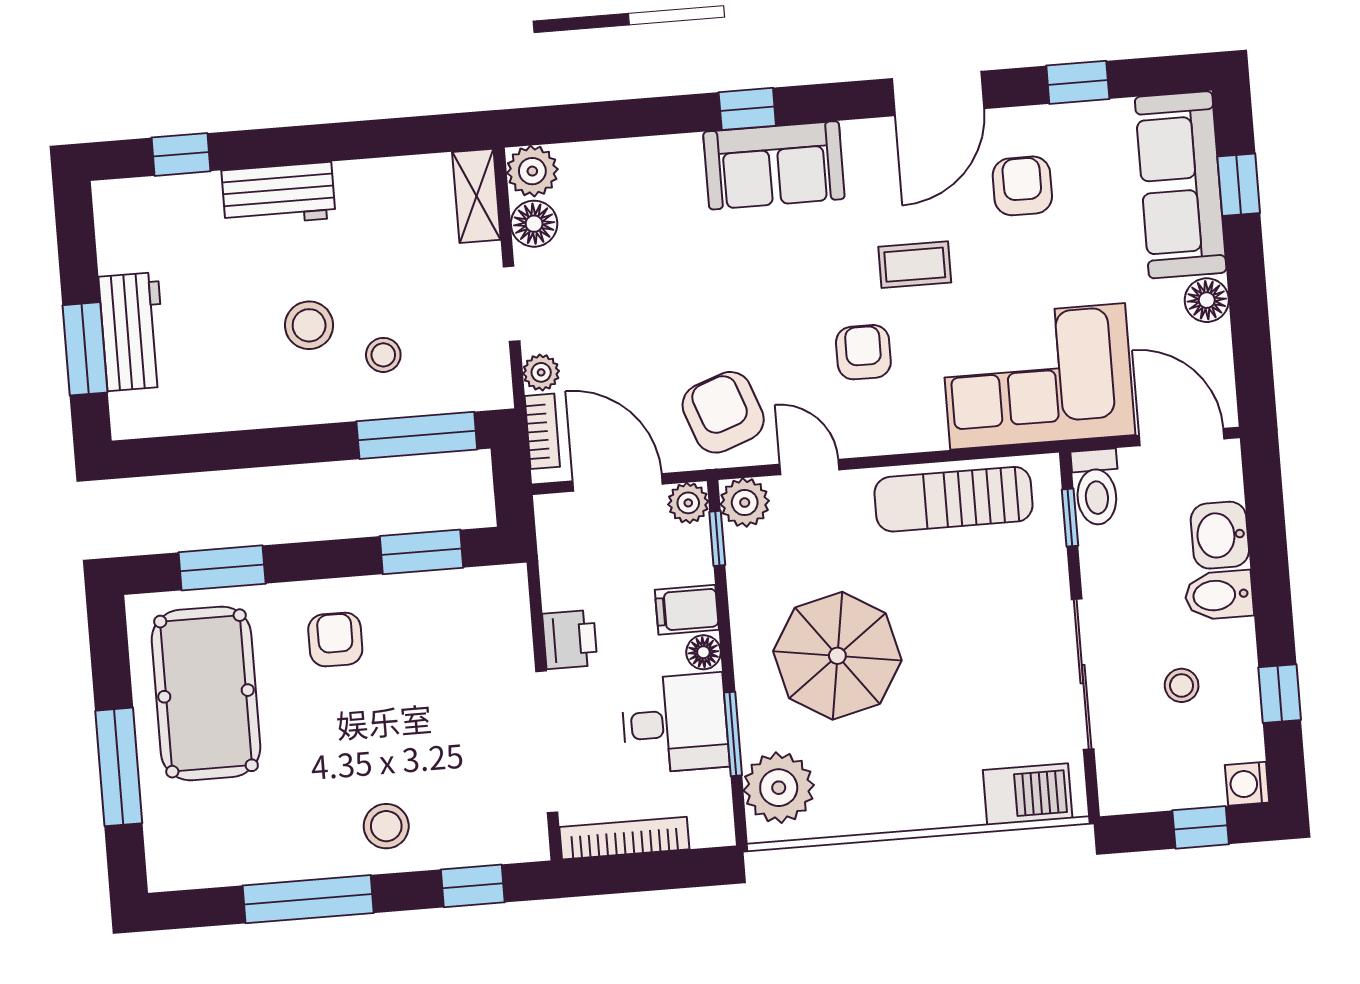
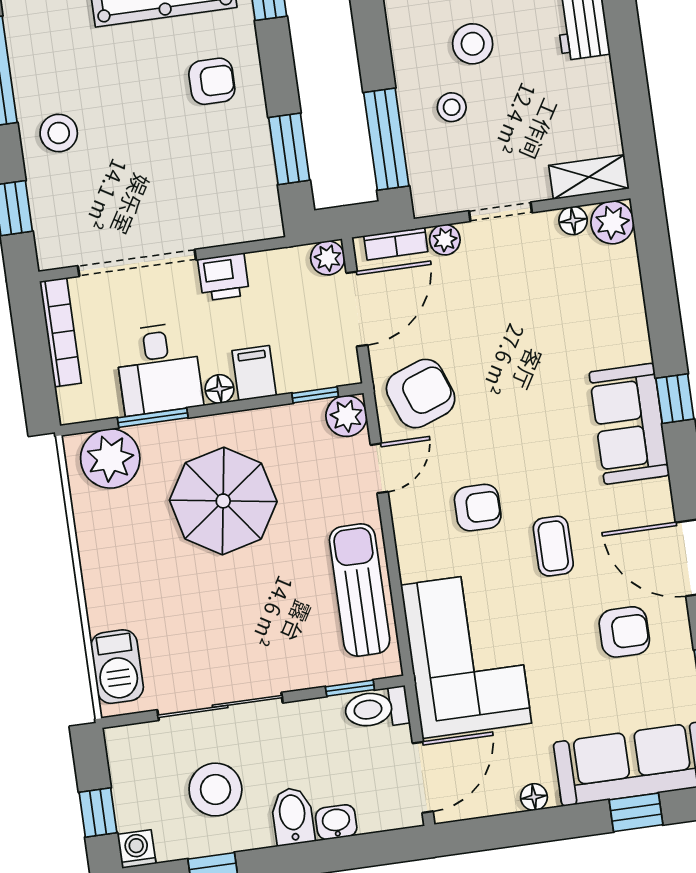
floor lamp: (534, 224) -> (573, 221), width x0.73, depth x0.73
floor lamp: (1207, 300) -> (534, 797), width x0.73, depth x0.73
plant: (688, 503) -> (328, 258), moved
washbasin: (1220, 535) -> (336, 822), width x0.72, depth x0.69
stool: (1182, 685) -> (215, 790), width x1.89, depth x1.89

